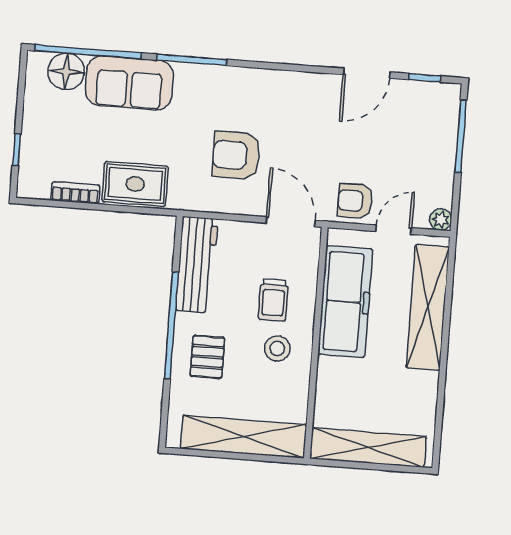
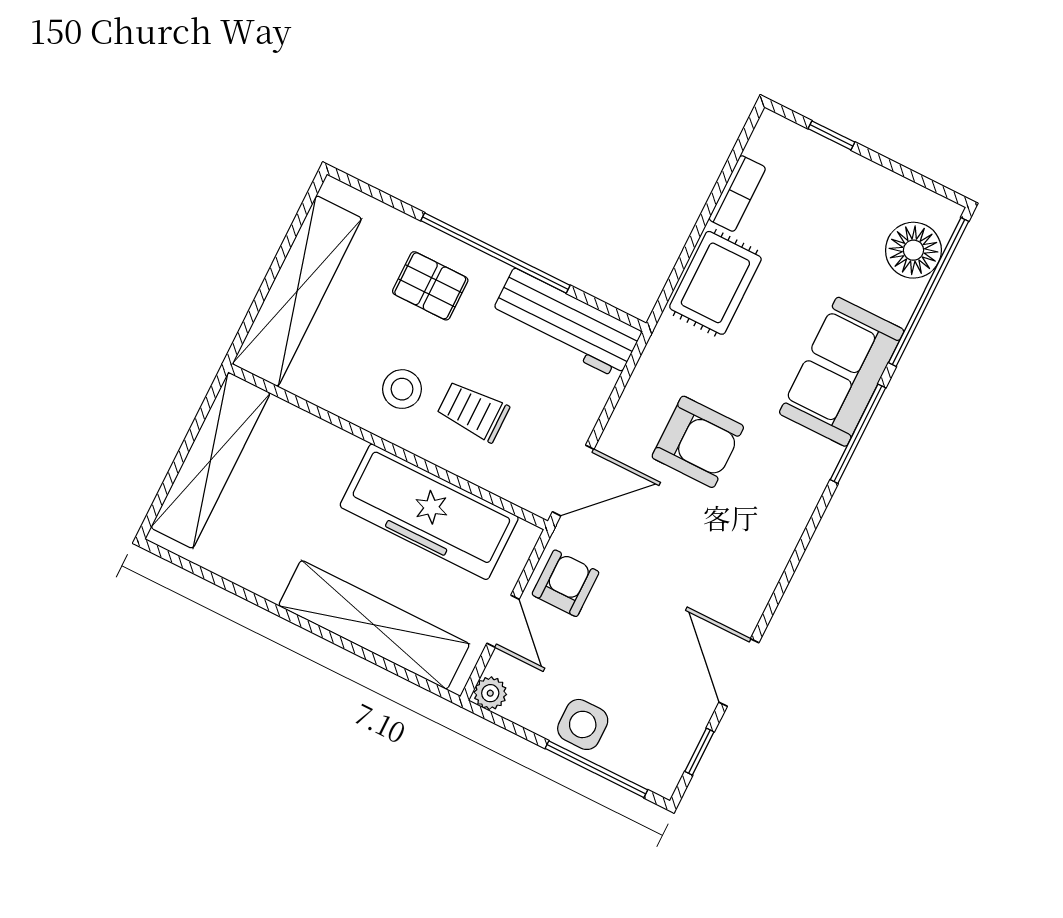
sofa: (129, 83) -> (842, 372), moved
armchair: (236, 155) -> (698, 442), turned 90
side table: (437, 156) -> (583, 724), added

